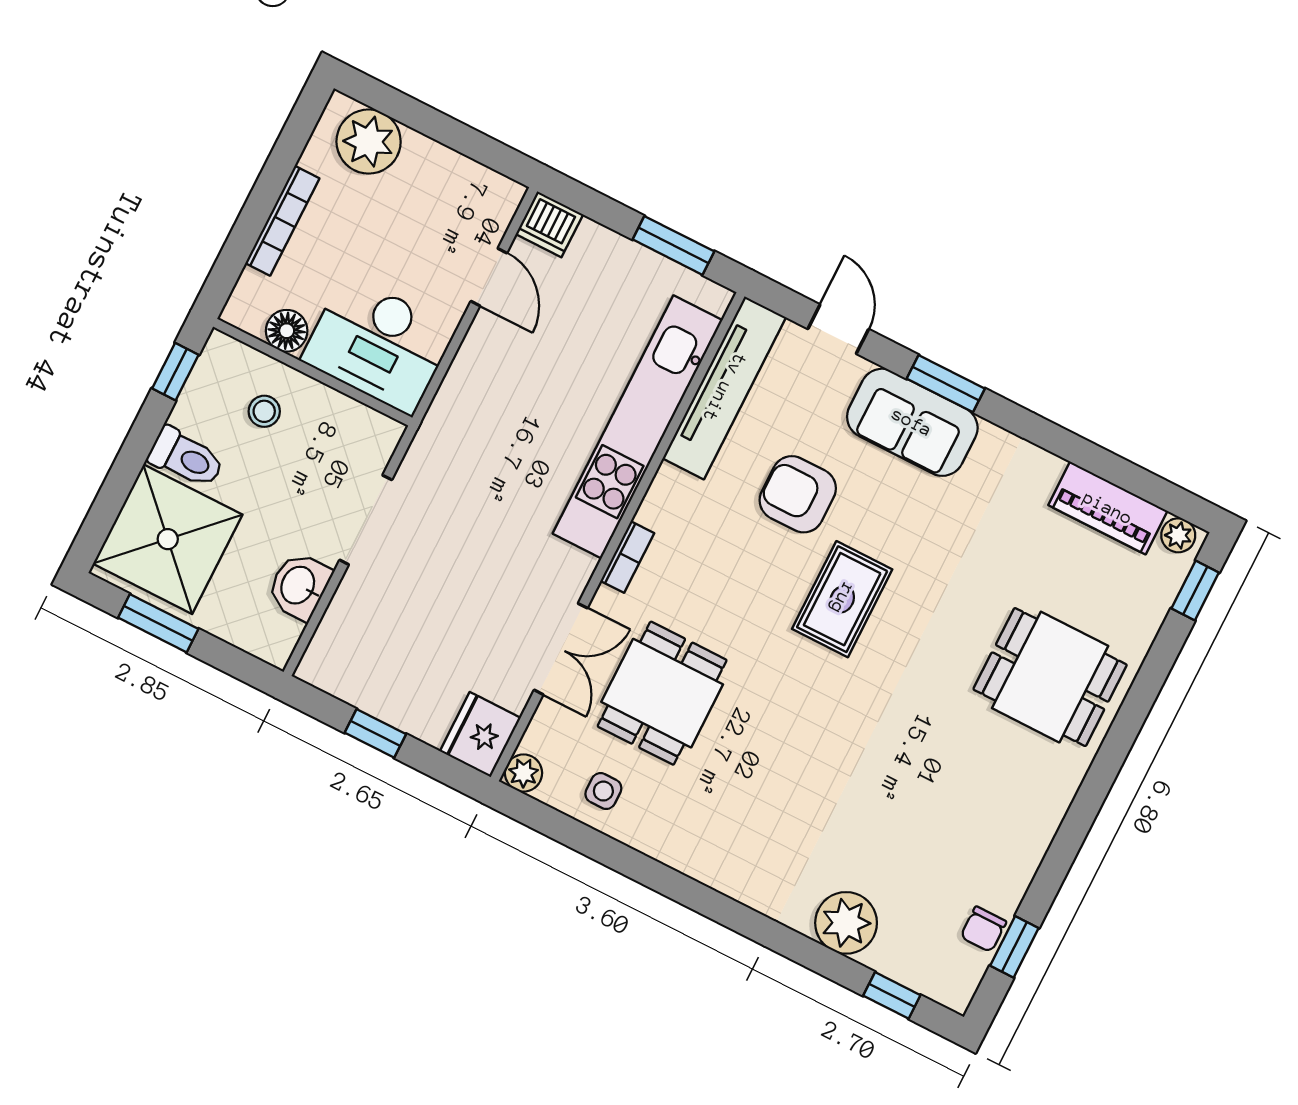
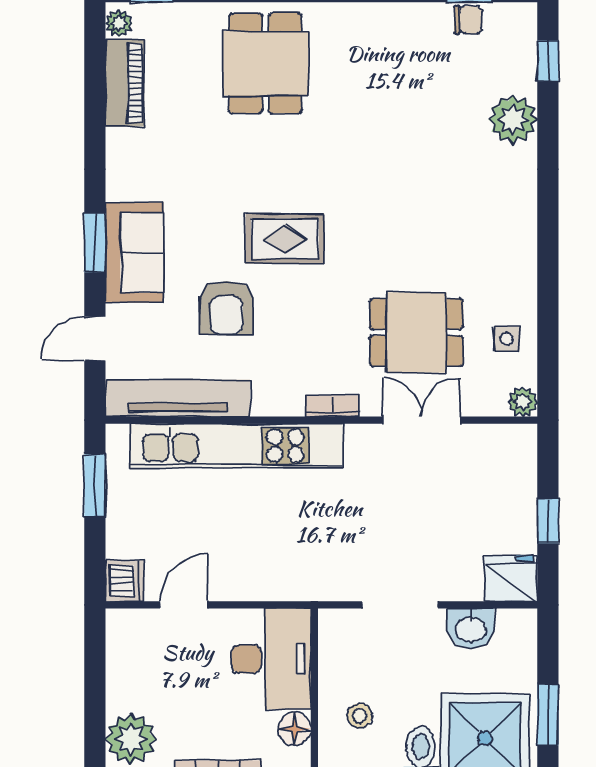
fridge: (480, 735) -> (511, 579), moved, turned 180

